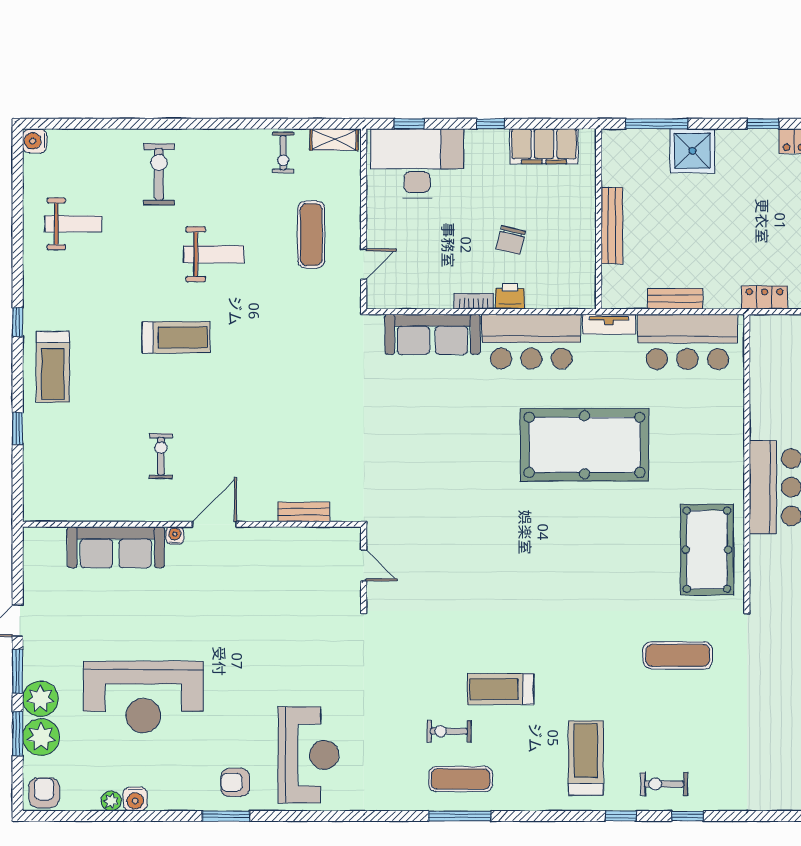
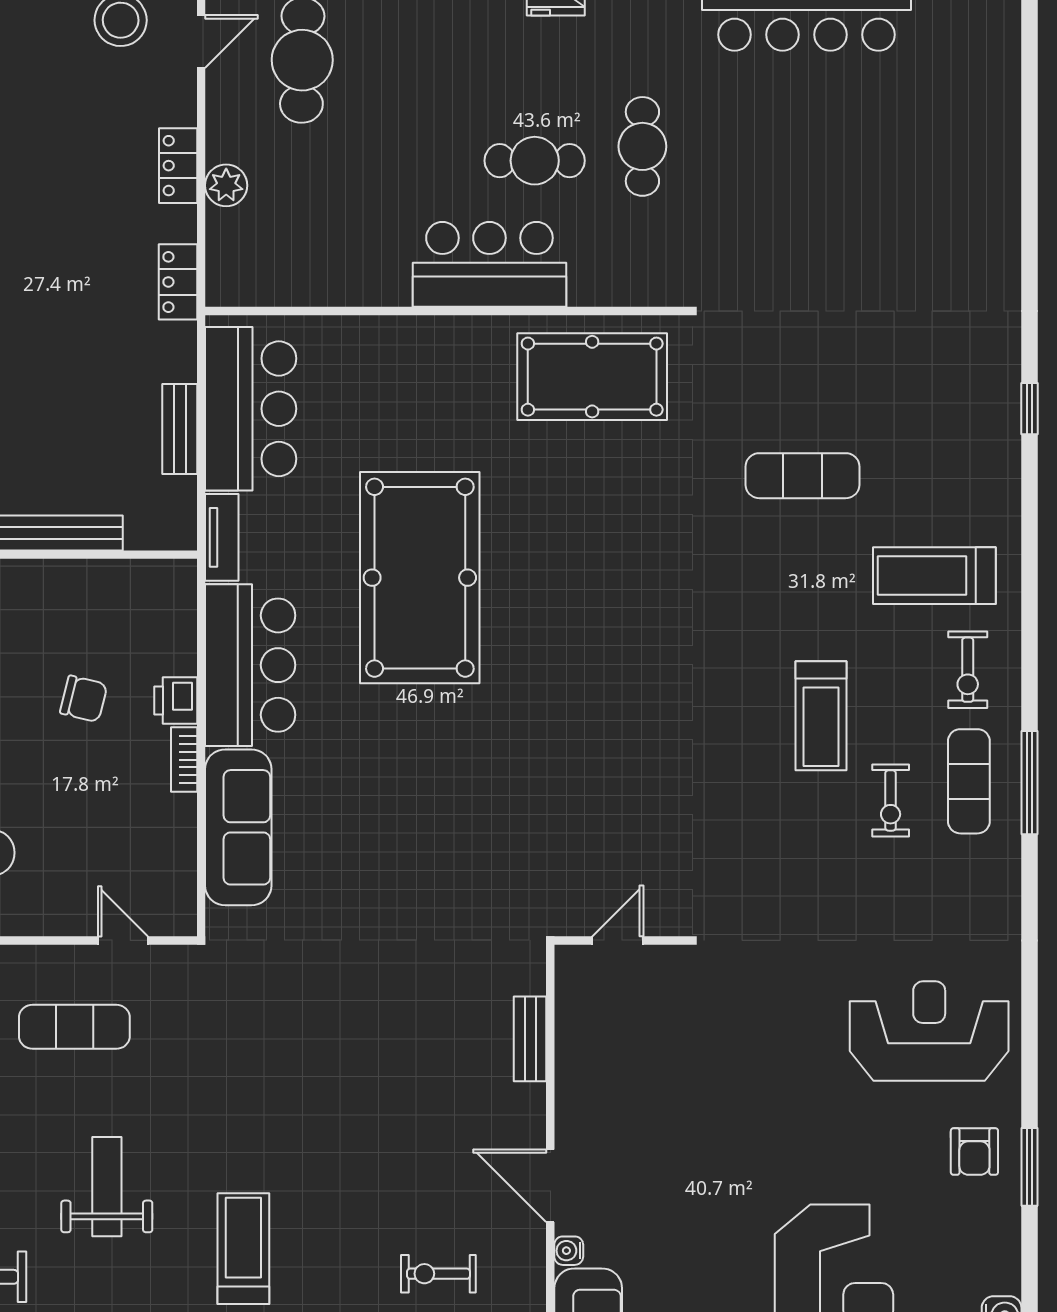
exercise mat: (678, 655) -> (802, 476), moved, turned 90
exercise bike: (664, 784) -> (968, 670), moved
window: (621, 816) -> (1029, 518), removed

